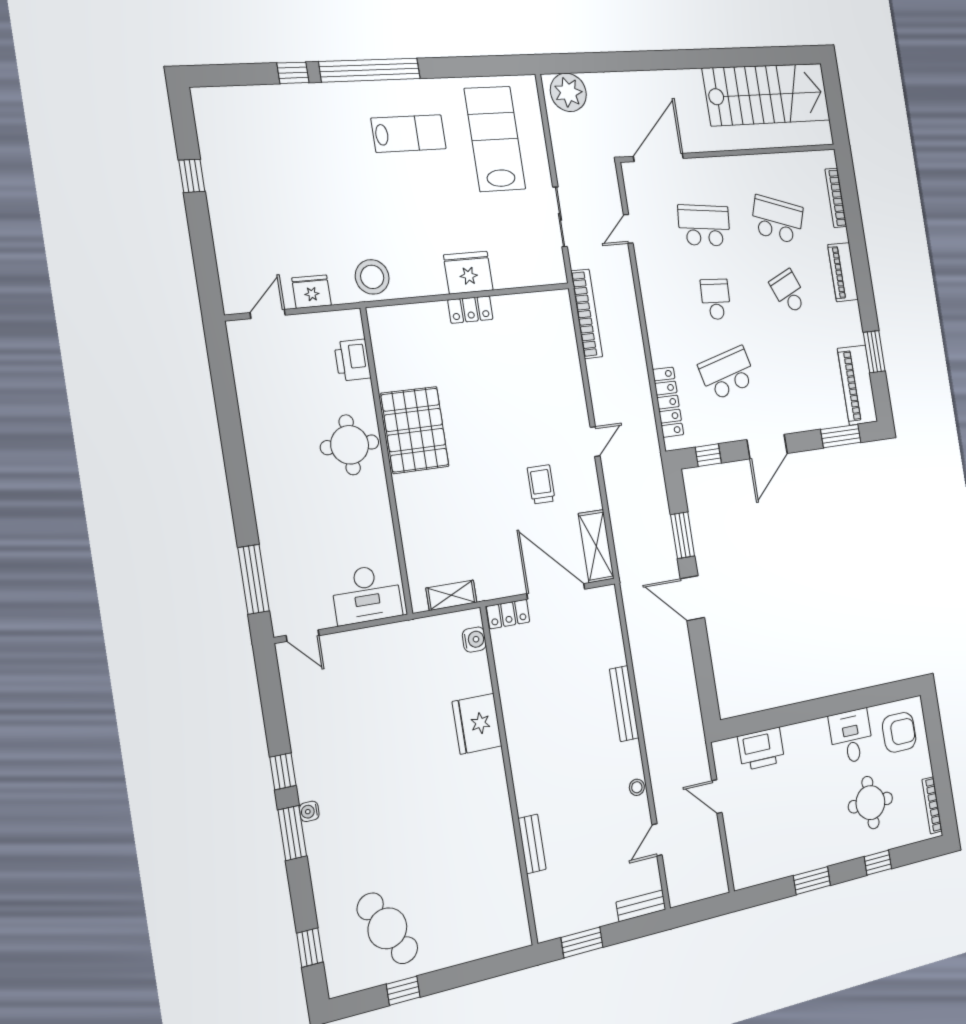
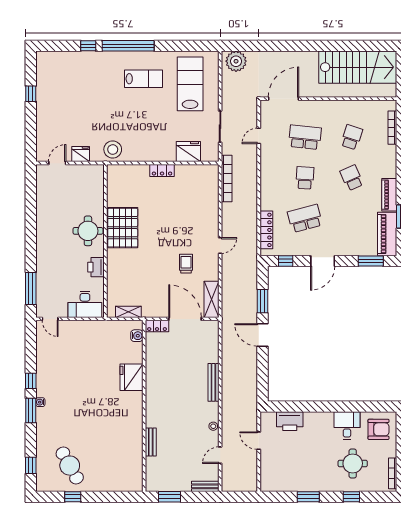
school desk: (777, 220) -> (352, 137), width x0.54
piano: (843, 272) -> (389, 195), moved
fridge: (468, 273) -> (188, 152), moved
printer: (352, 360) -> (96, 267), moved

